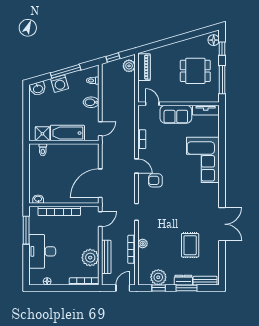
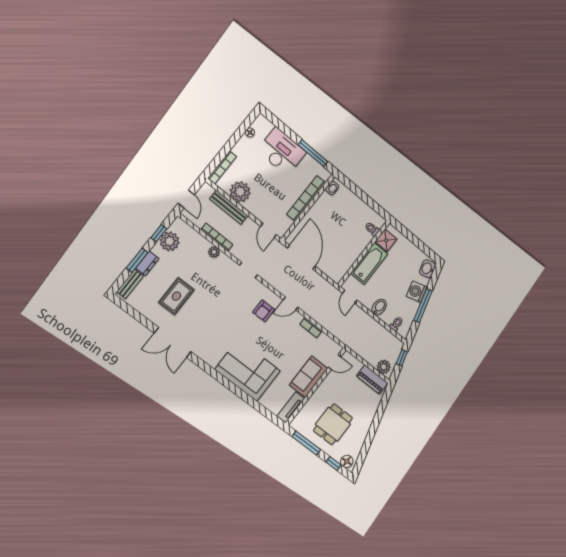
armchair: (155, 180) -> (264, 311), turned 180
rug: (190, 245) -> (176, 296), turned 90

